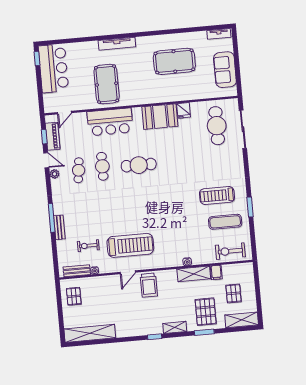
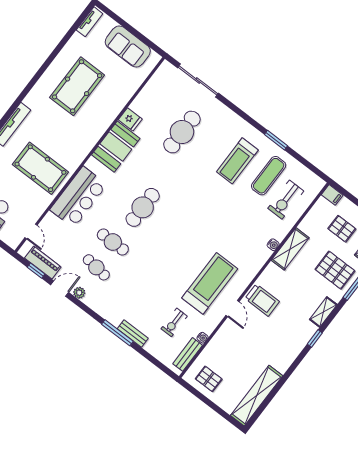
cafe table: (217, 126) -> (182, 132), moved, turned 90
exercise bike: (230, 251) -> (286, 200), moved
filing cabinet: (216, 272) -> (332, 195), moved

